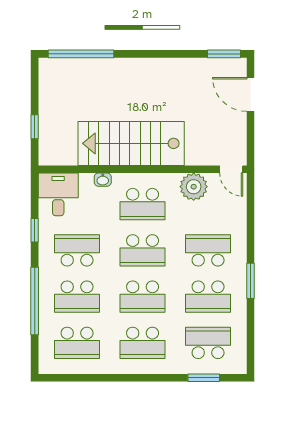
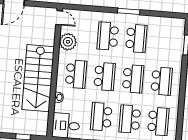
door: (231, 169) -> (59, 18), hinge flipped
school desk: (77, 297) -> (130, 119), turned 180
school desk: (208, 343) -> (165, 41), removed

